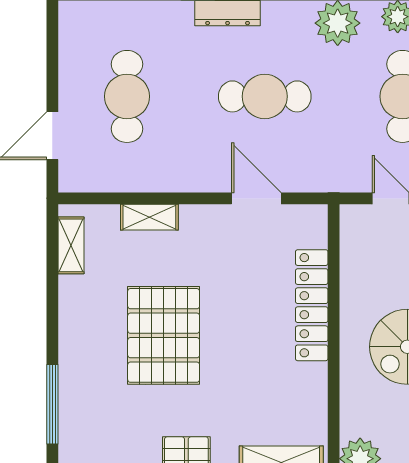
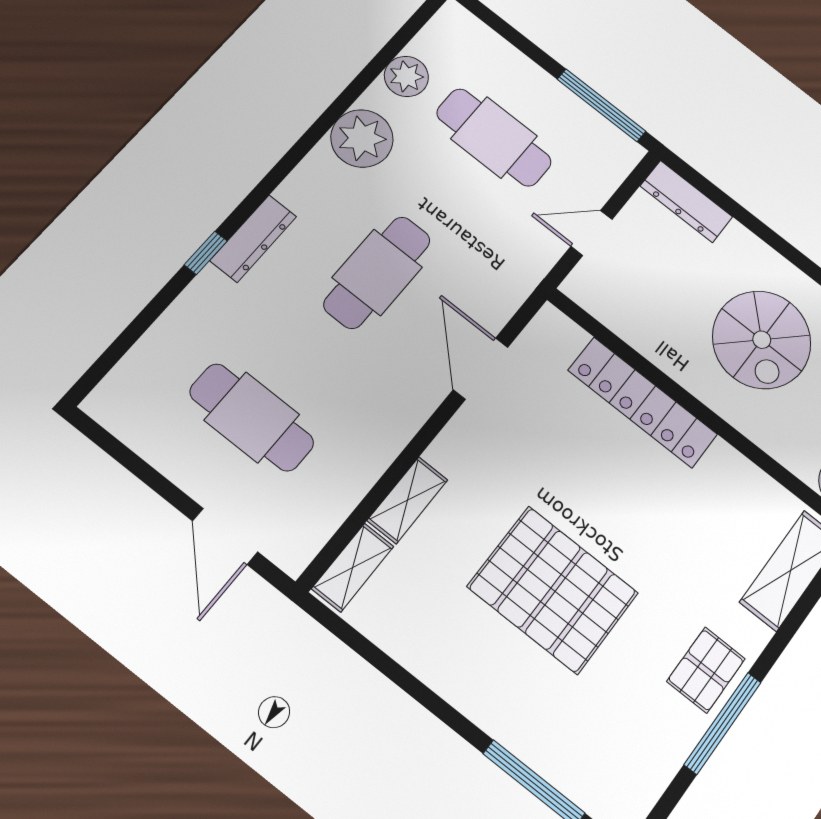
door: (256, 198) -> (481, 369), hinge flipped
shelving: (71, 245) -> (353, 567), moved, turned 90

